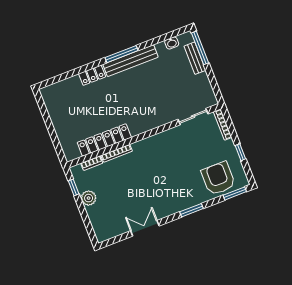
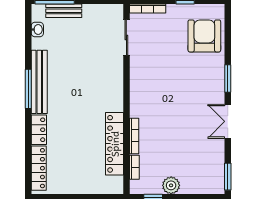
locker: (61, 87) -> (39, 168), added
armchair: (218, 178) -> (204, 36), turned 90
window: (235, 193) -> (228, 177), moved
double door: (145, 228) -> (228, 121), moved

